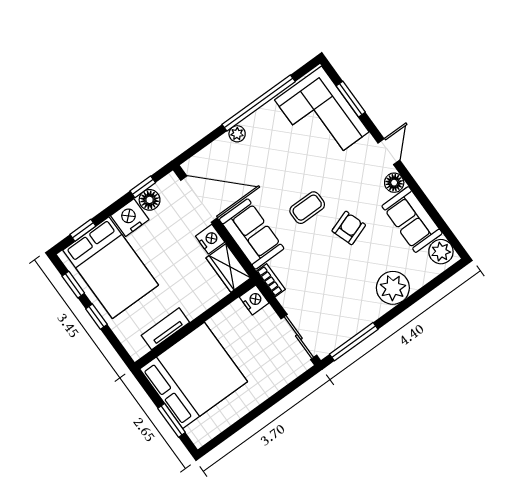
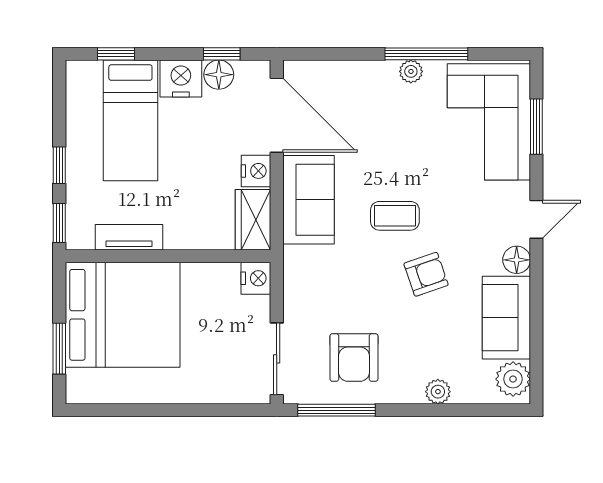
window: (259, 103) -> (426, 54), width x0.68
plant: (237, 134) -> (411, 71), moved
bed: (111, 268) -> (130, 120), width x0.67
bookcase: (271, 280) -> (292, 269), removed
window: (73, 285) -> (59, 223), moved
plant: (393, 288) -> (438, 392), width x0.53, depth x0.53
armchair: (342, 305) -> (354, 357), added

